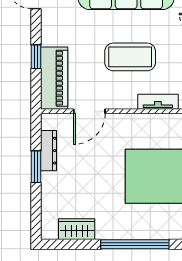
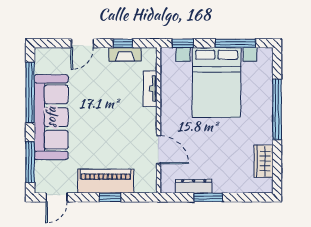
coffee table: (130, 57) -> (110, 113), removed
piano: (54, 78) -> (106, 181), moved

